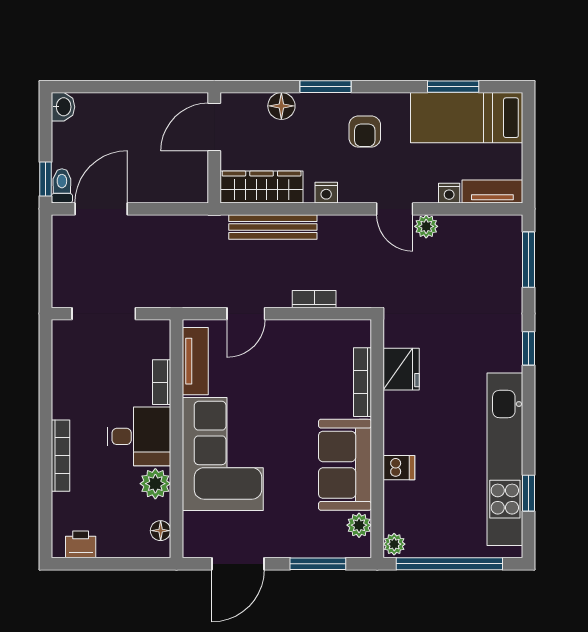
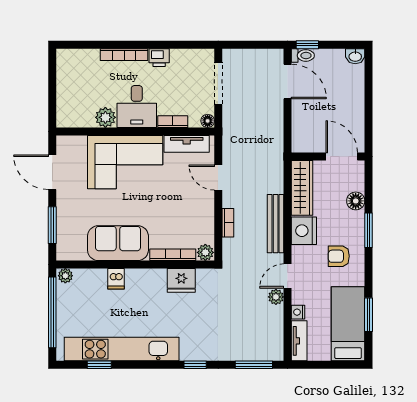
nightstand: (326, 193) -> (304, 231), width x1.89, depth x1.79
bench: (273, 227) -> (276, 224), moved
plant: (359, 525) -> (205, 252), moved
floor lamp: (161, 531) -> (208, 121), moved
printer: (81, 544) -> (159, 58), moved, turned 90

